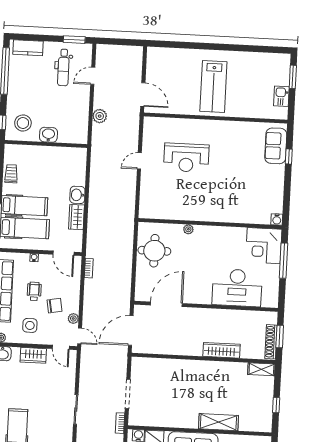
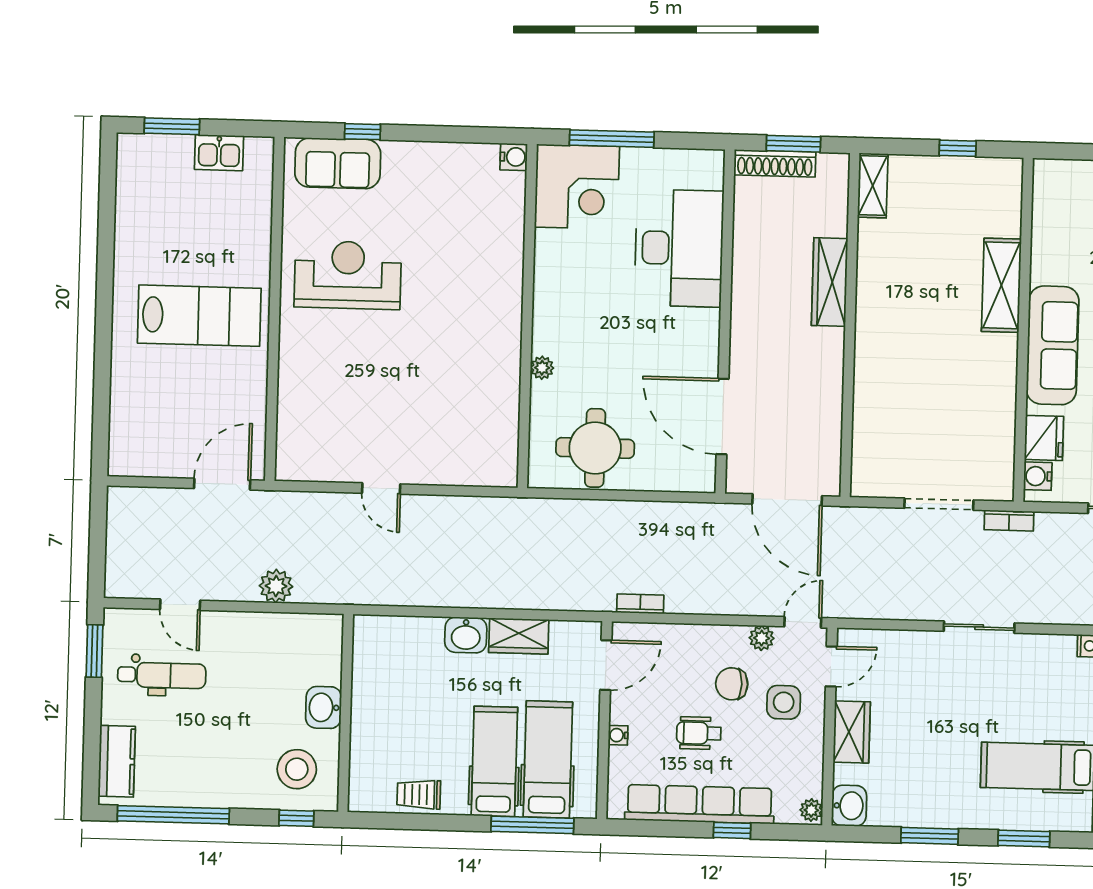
reception desk: (186, 158) -> (348, 275), moved, turned -90
chair: (54, 306) -> (732, 684), turned -80
side table: (30, 325) -> (784, 702), moved
shoe rack: (271, 342) -> (775, 163), moved

